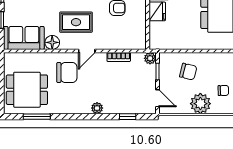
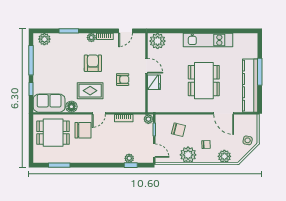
dining table: (27, 90) -> (53, 133), moved
plant: (97, 108) -> (129, 158), moved

